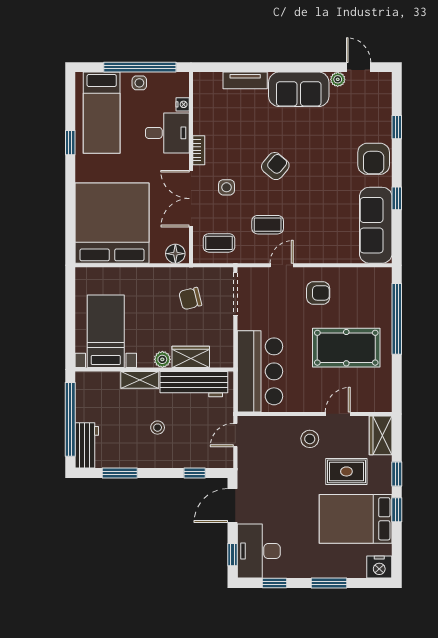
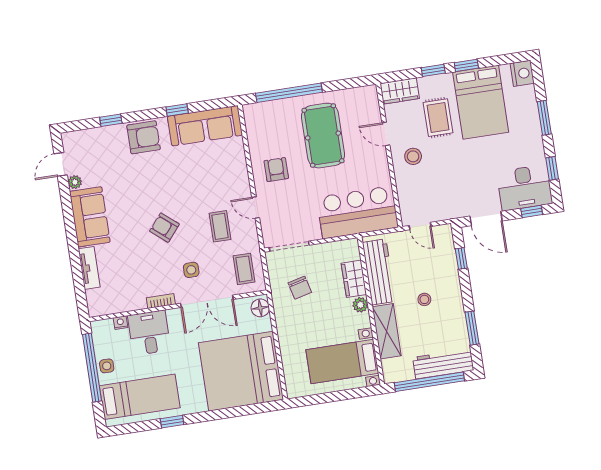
shelving: (140, 380) -> (387, 331), width x1.50, depth x1.33
workbench: (87, 445) -> (443, 364), width x1.38

